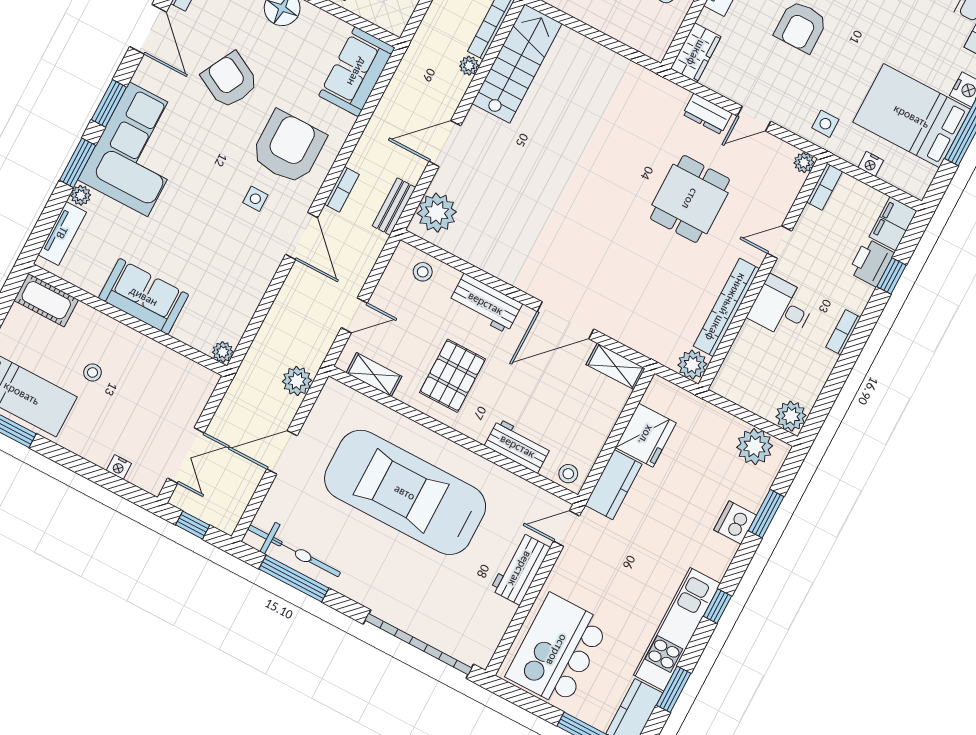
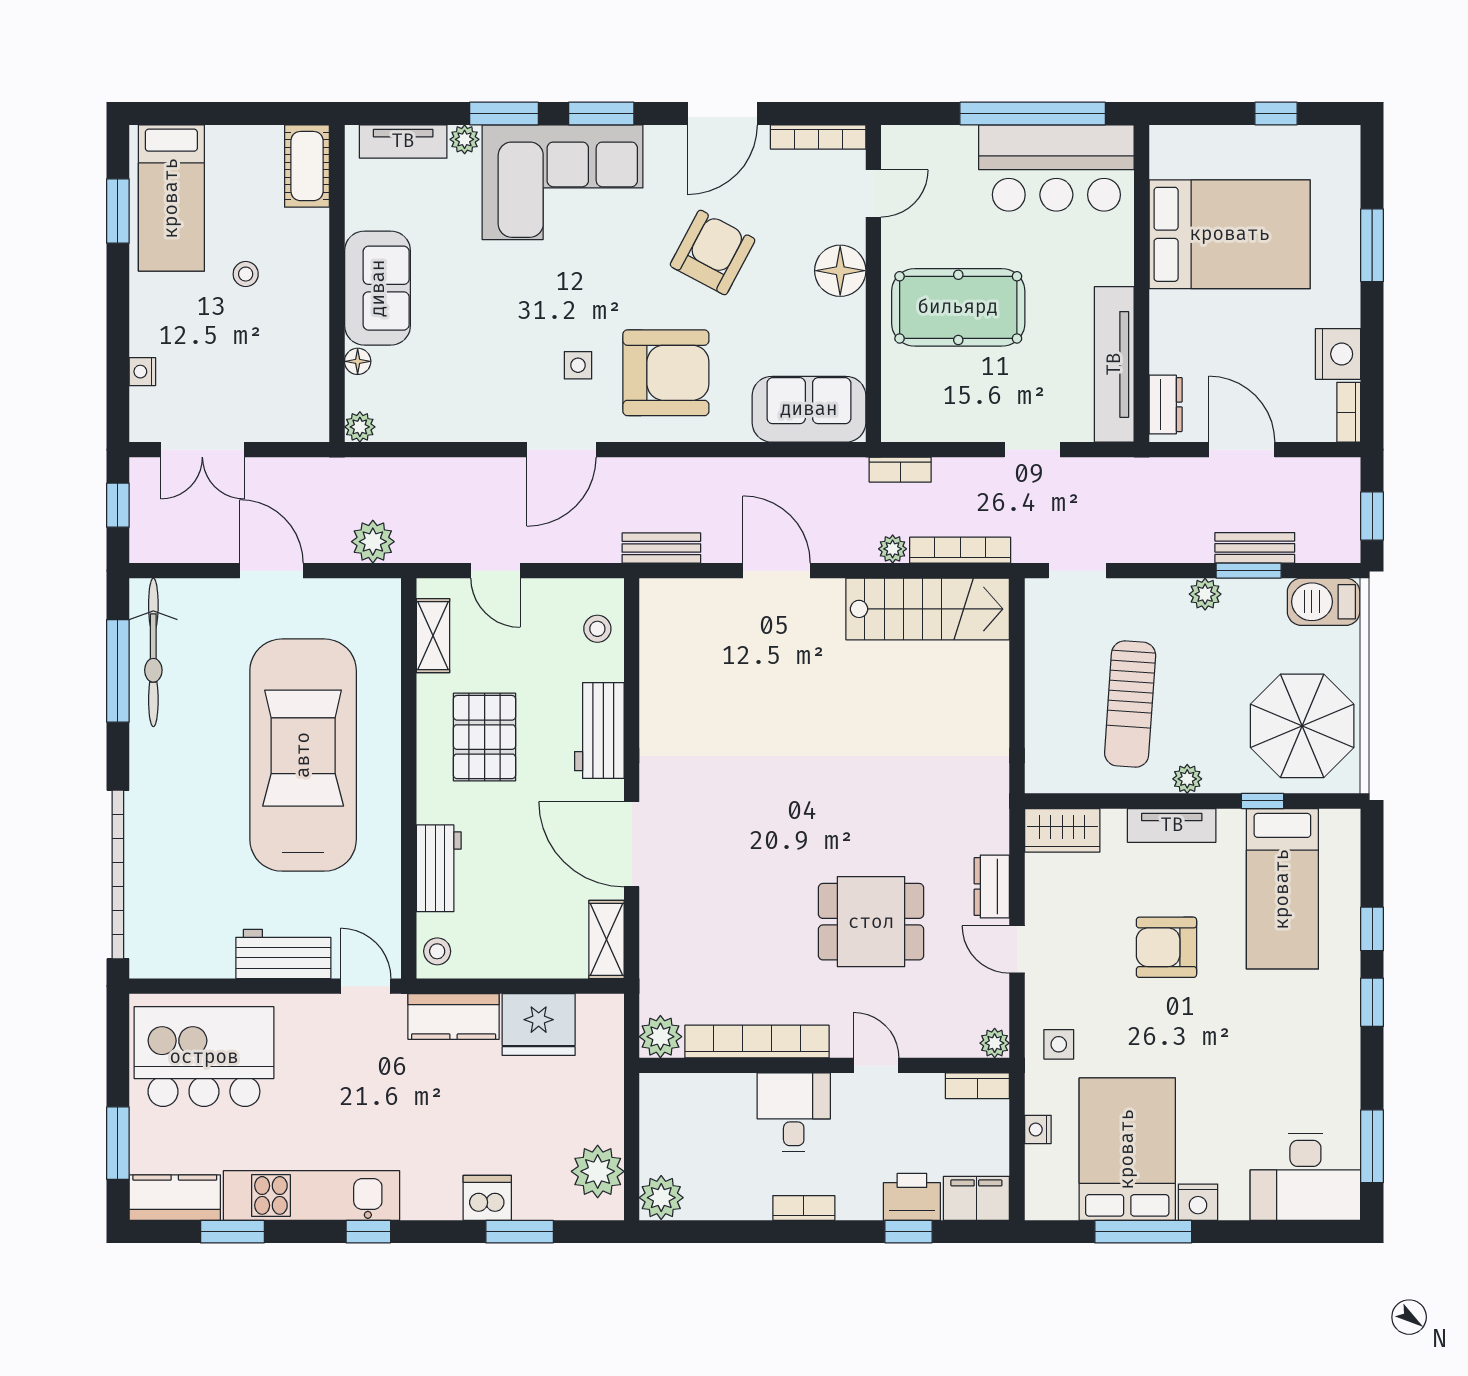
bookcase: (342, 189) -> (900, 470), moved
plant: (437, 213) -> (683, 607), removed
floor lamp: (182, 332) -> (358, 361), added
pallet: (453, 376) -> (485, 737), turned 90

